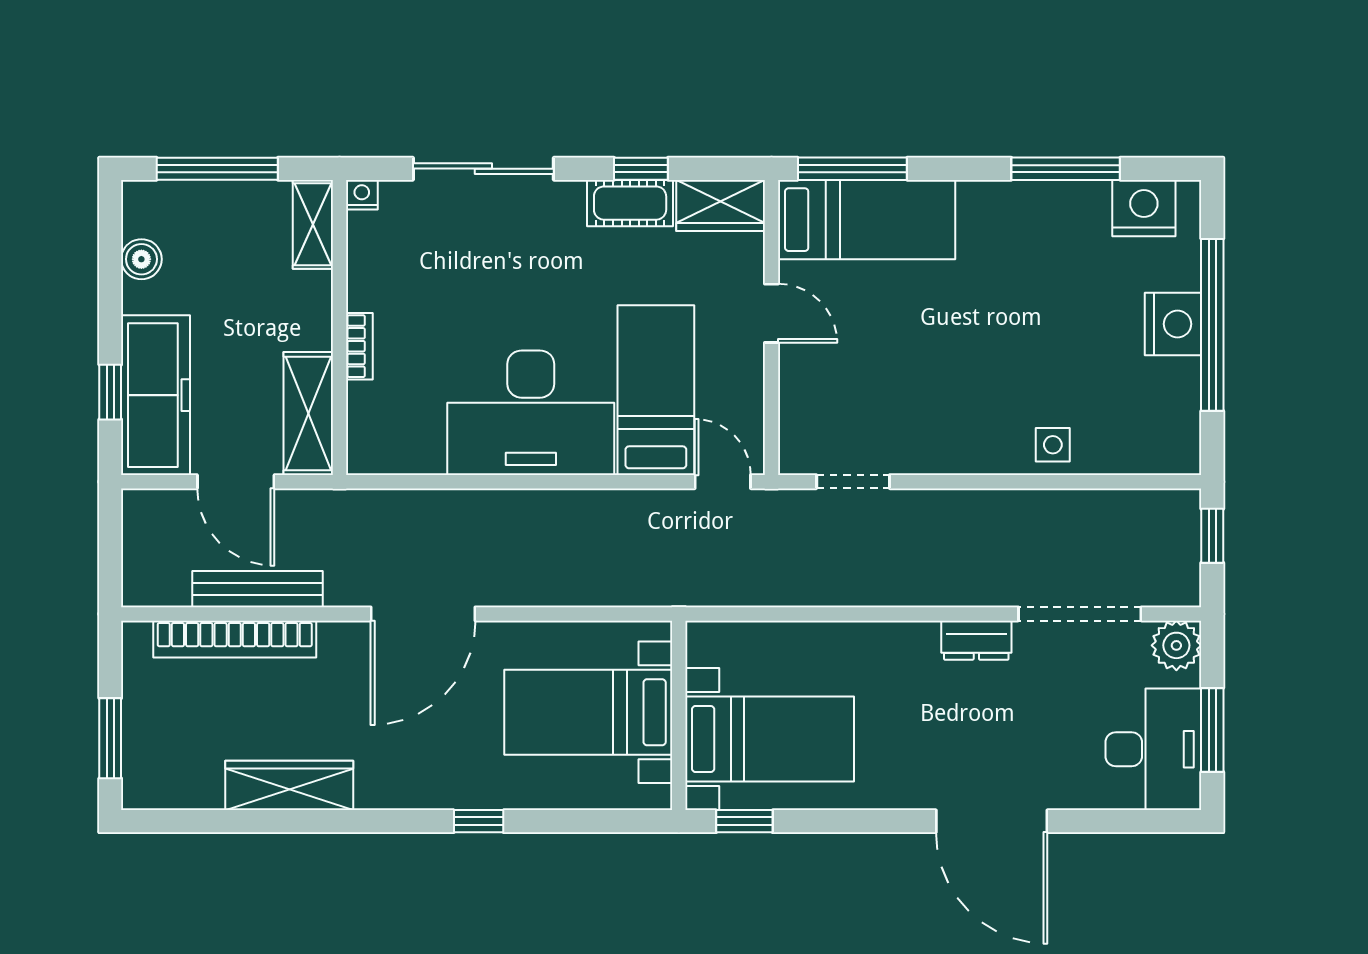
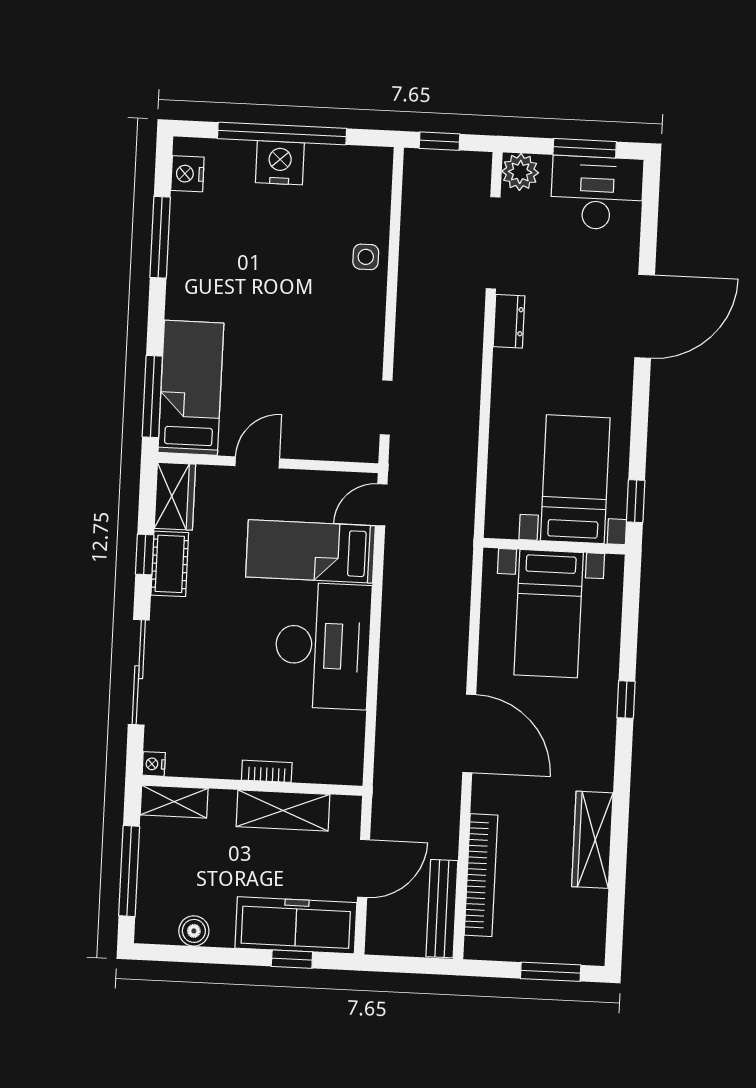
nightstand: (1144, 208) -> (187, 174), width x0.74, depth x0.75
shelving: (308, 413) -> (283, 810), moved
bench: (257, 589) -> (442, 909), moved

